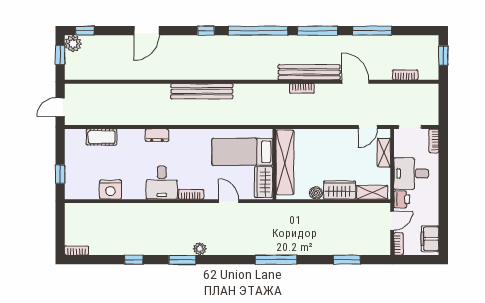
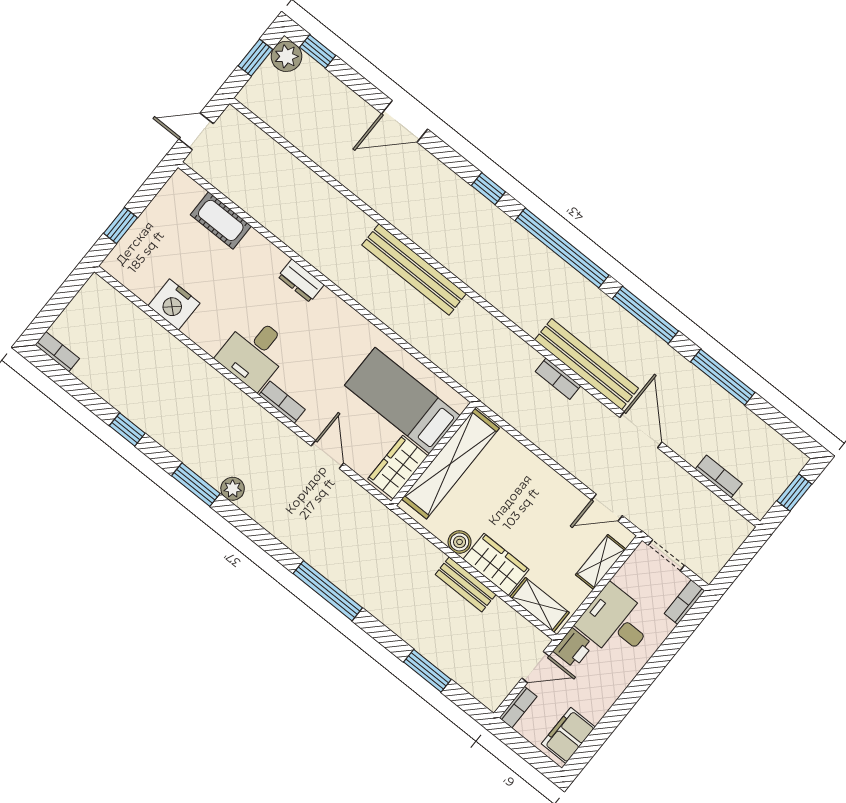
bench: (333, 209) -> (466, 584), added

